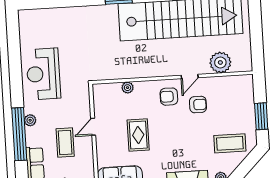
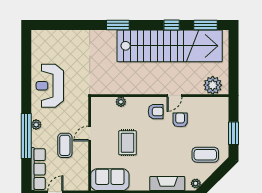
plant: (220, 62) -> (213, 85), moved
armchair: (169, 97) -> (156, 112), turned 180
armchair: (198, 105) -> (180, 120), turned -90

